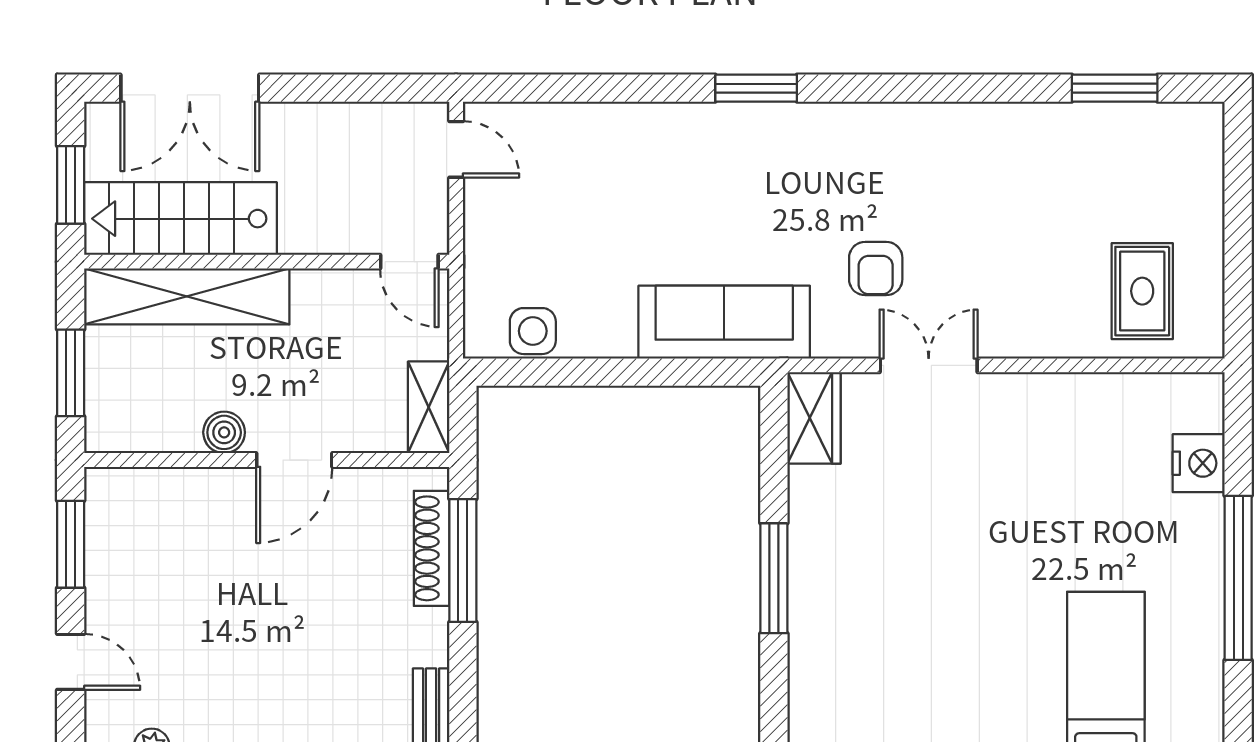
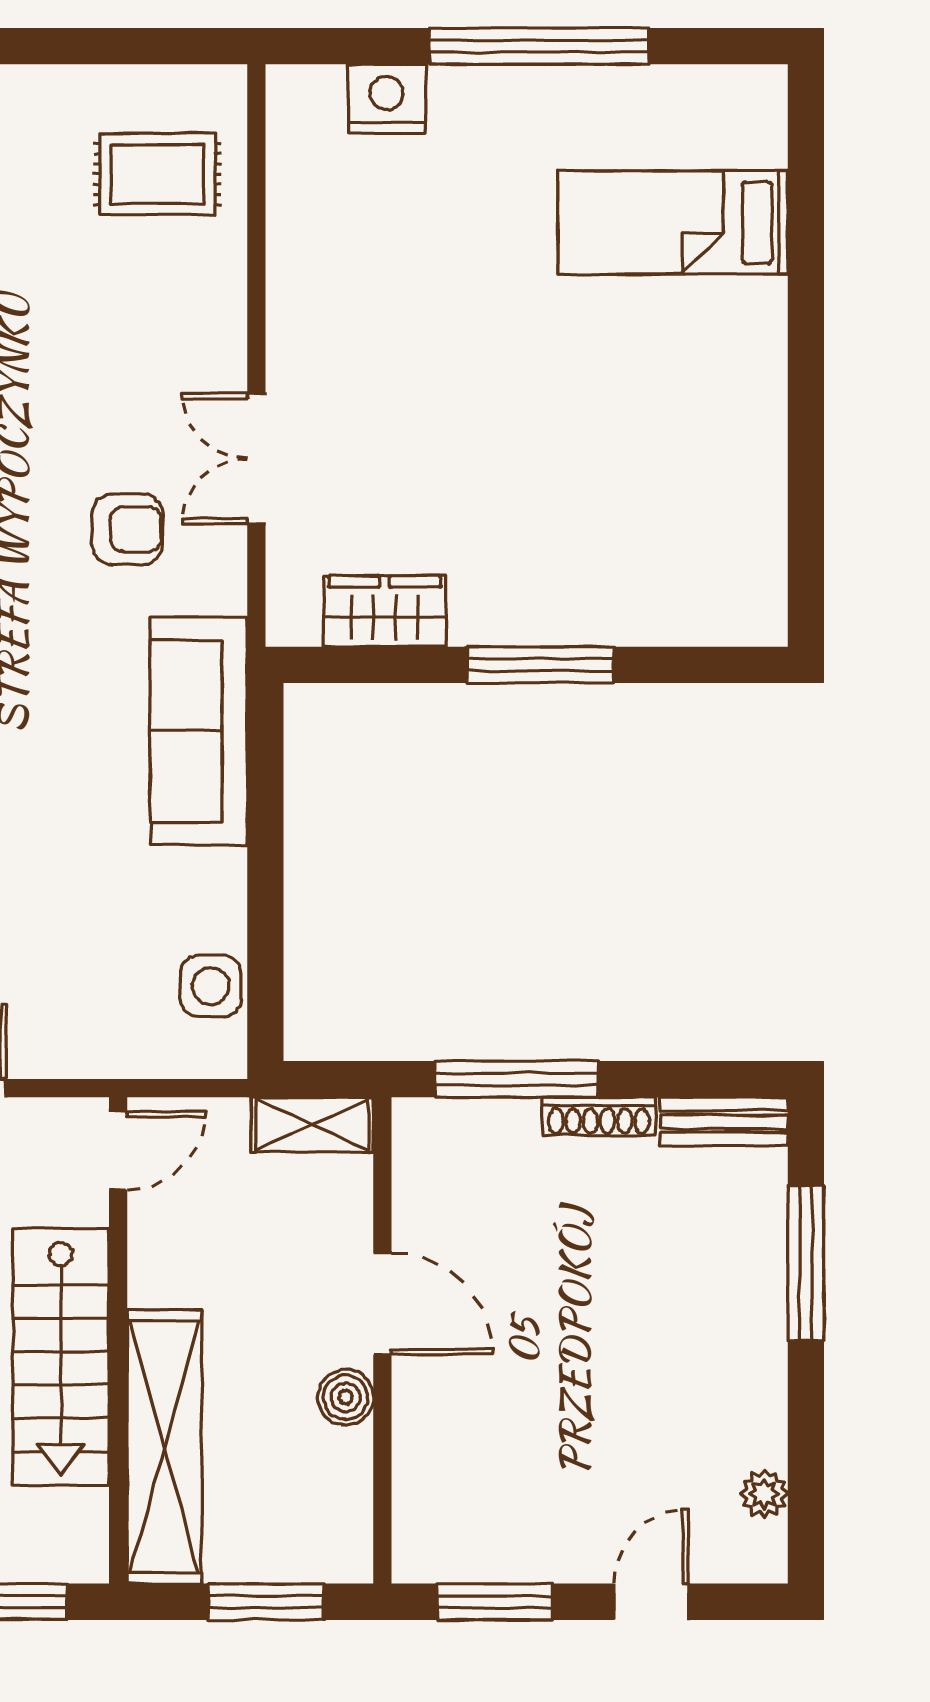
stairs: (181, 219) -> (61, 1357), moved
wardrobe: (814, 418) -> (385, 611), moved
shoe rack: (432, 548) -> (599, 1116), moved, width x0.74, depth x0.81

